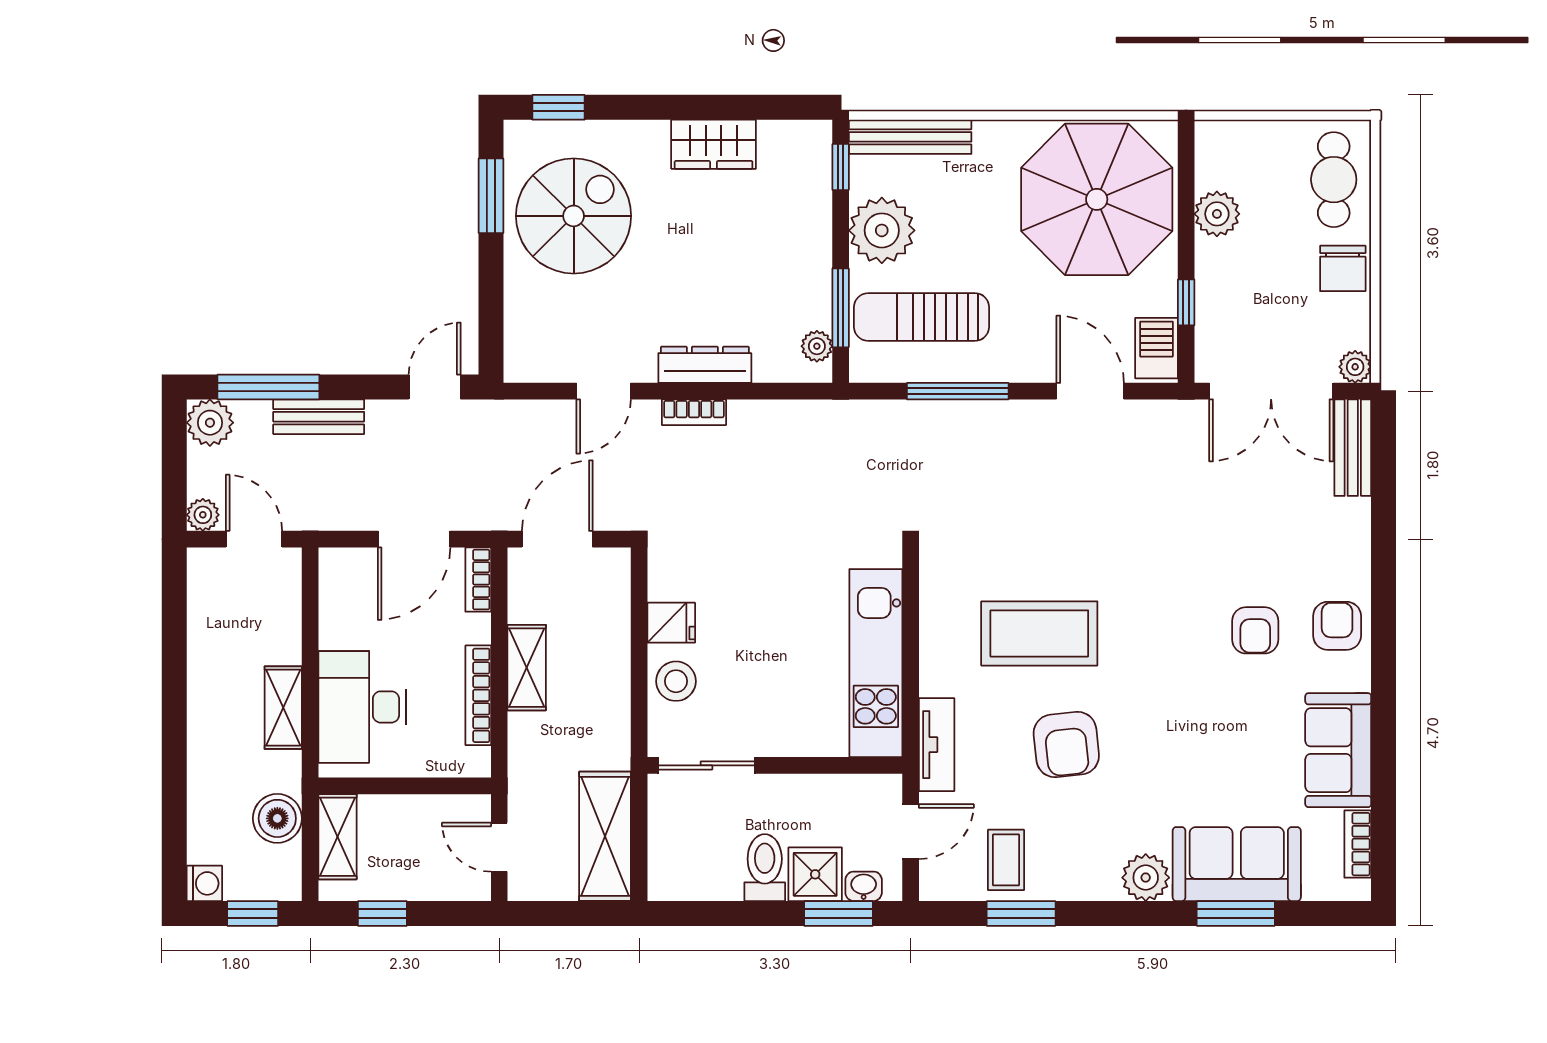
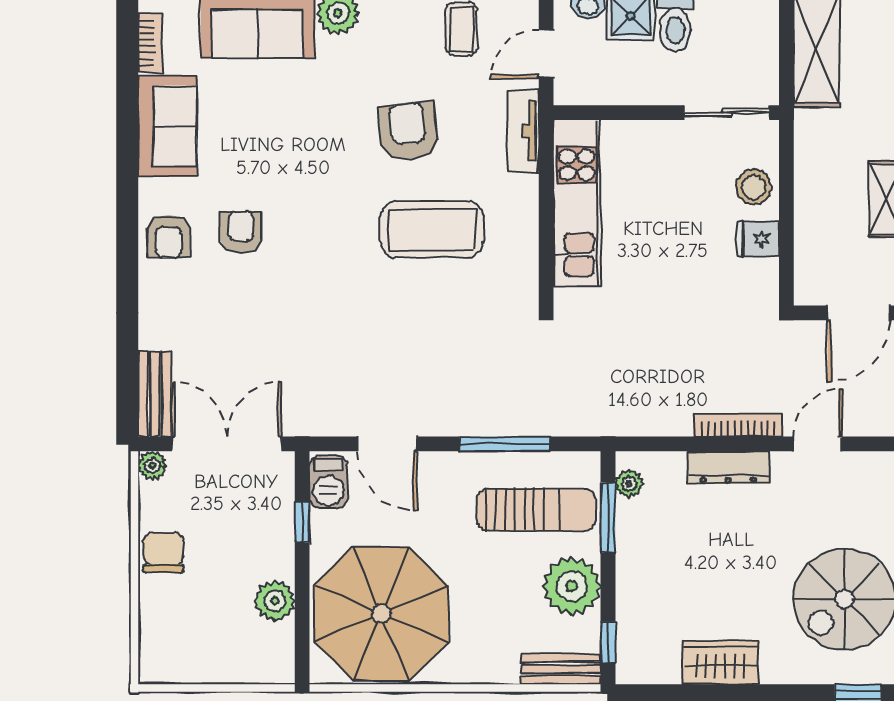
bench: (910, 137) -> (561, 669), width x0.73
cafe table: (1334, 180) -> (171, 631), removed
bookcase: (694, 412) -> (738, 425), width x1.56

